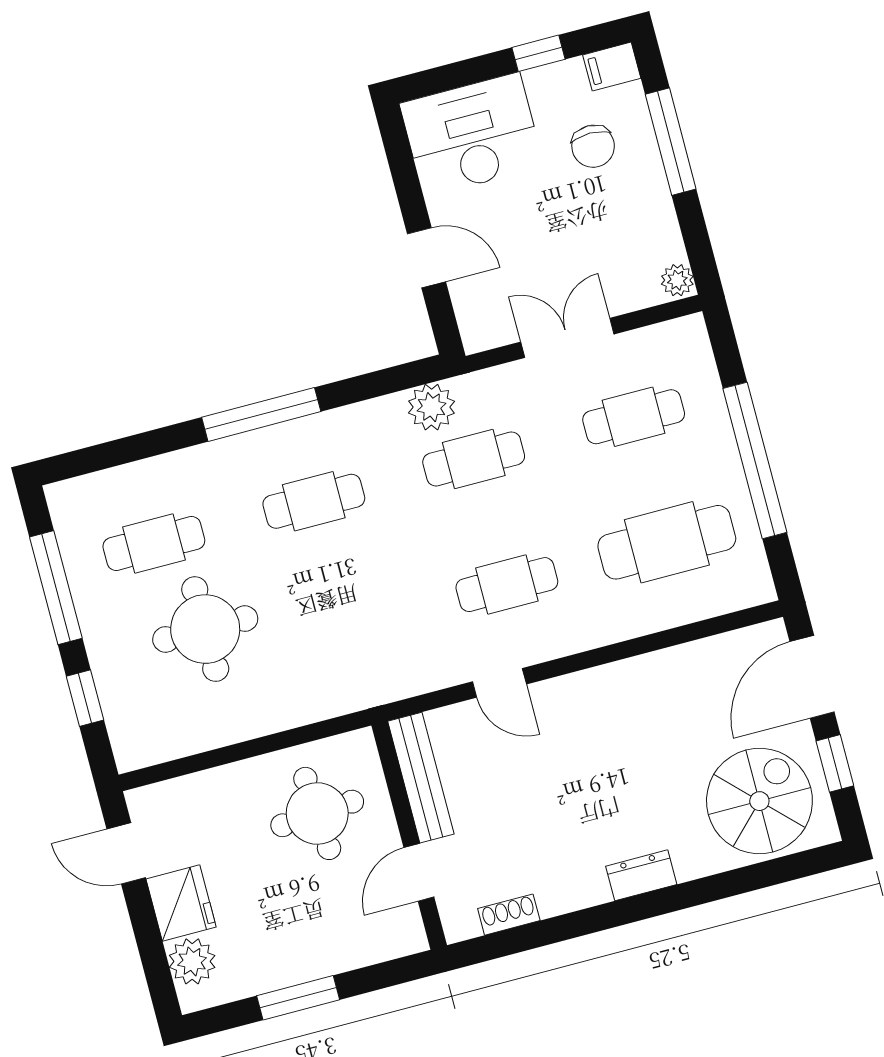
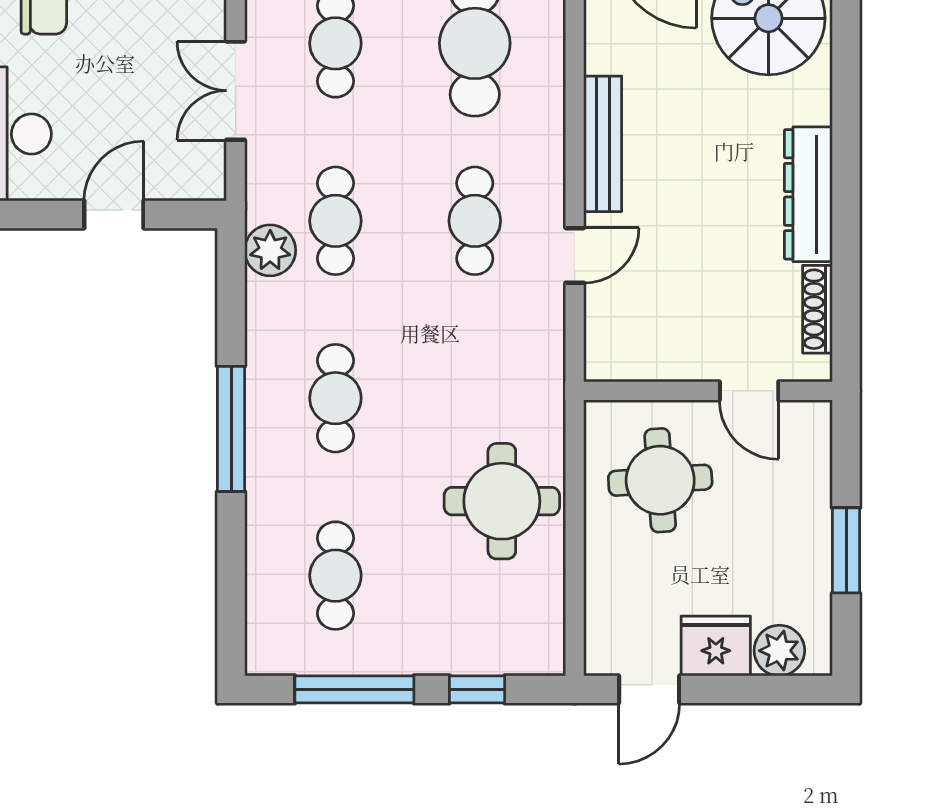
round table: (205, 629) -> (502, 501), moved
bench: (421, 778) -> (603, 144), moved, turned 90
dresser: (641, 875) -> (808, 194), width x1.96, depth x1.24
shoe rack: (509, 915) -> (818, 309), width x1.43

